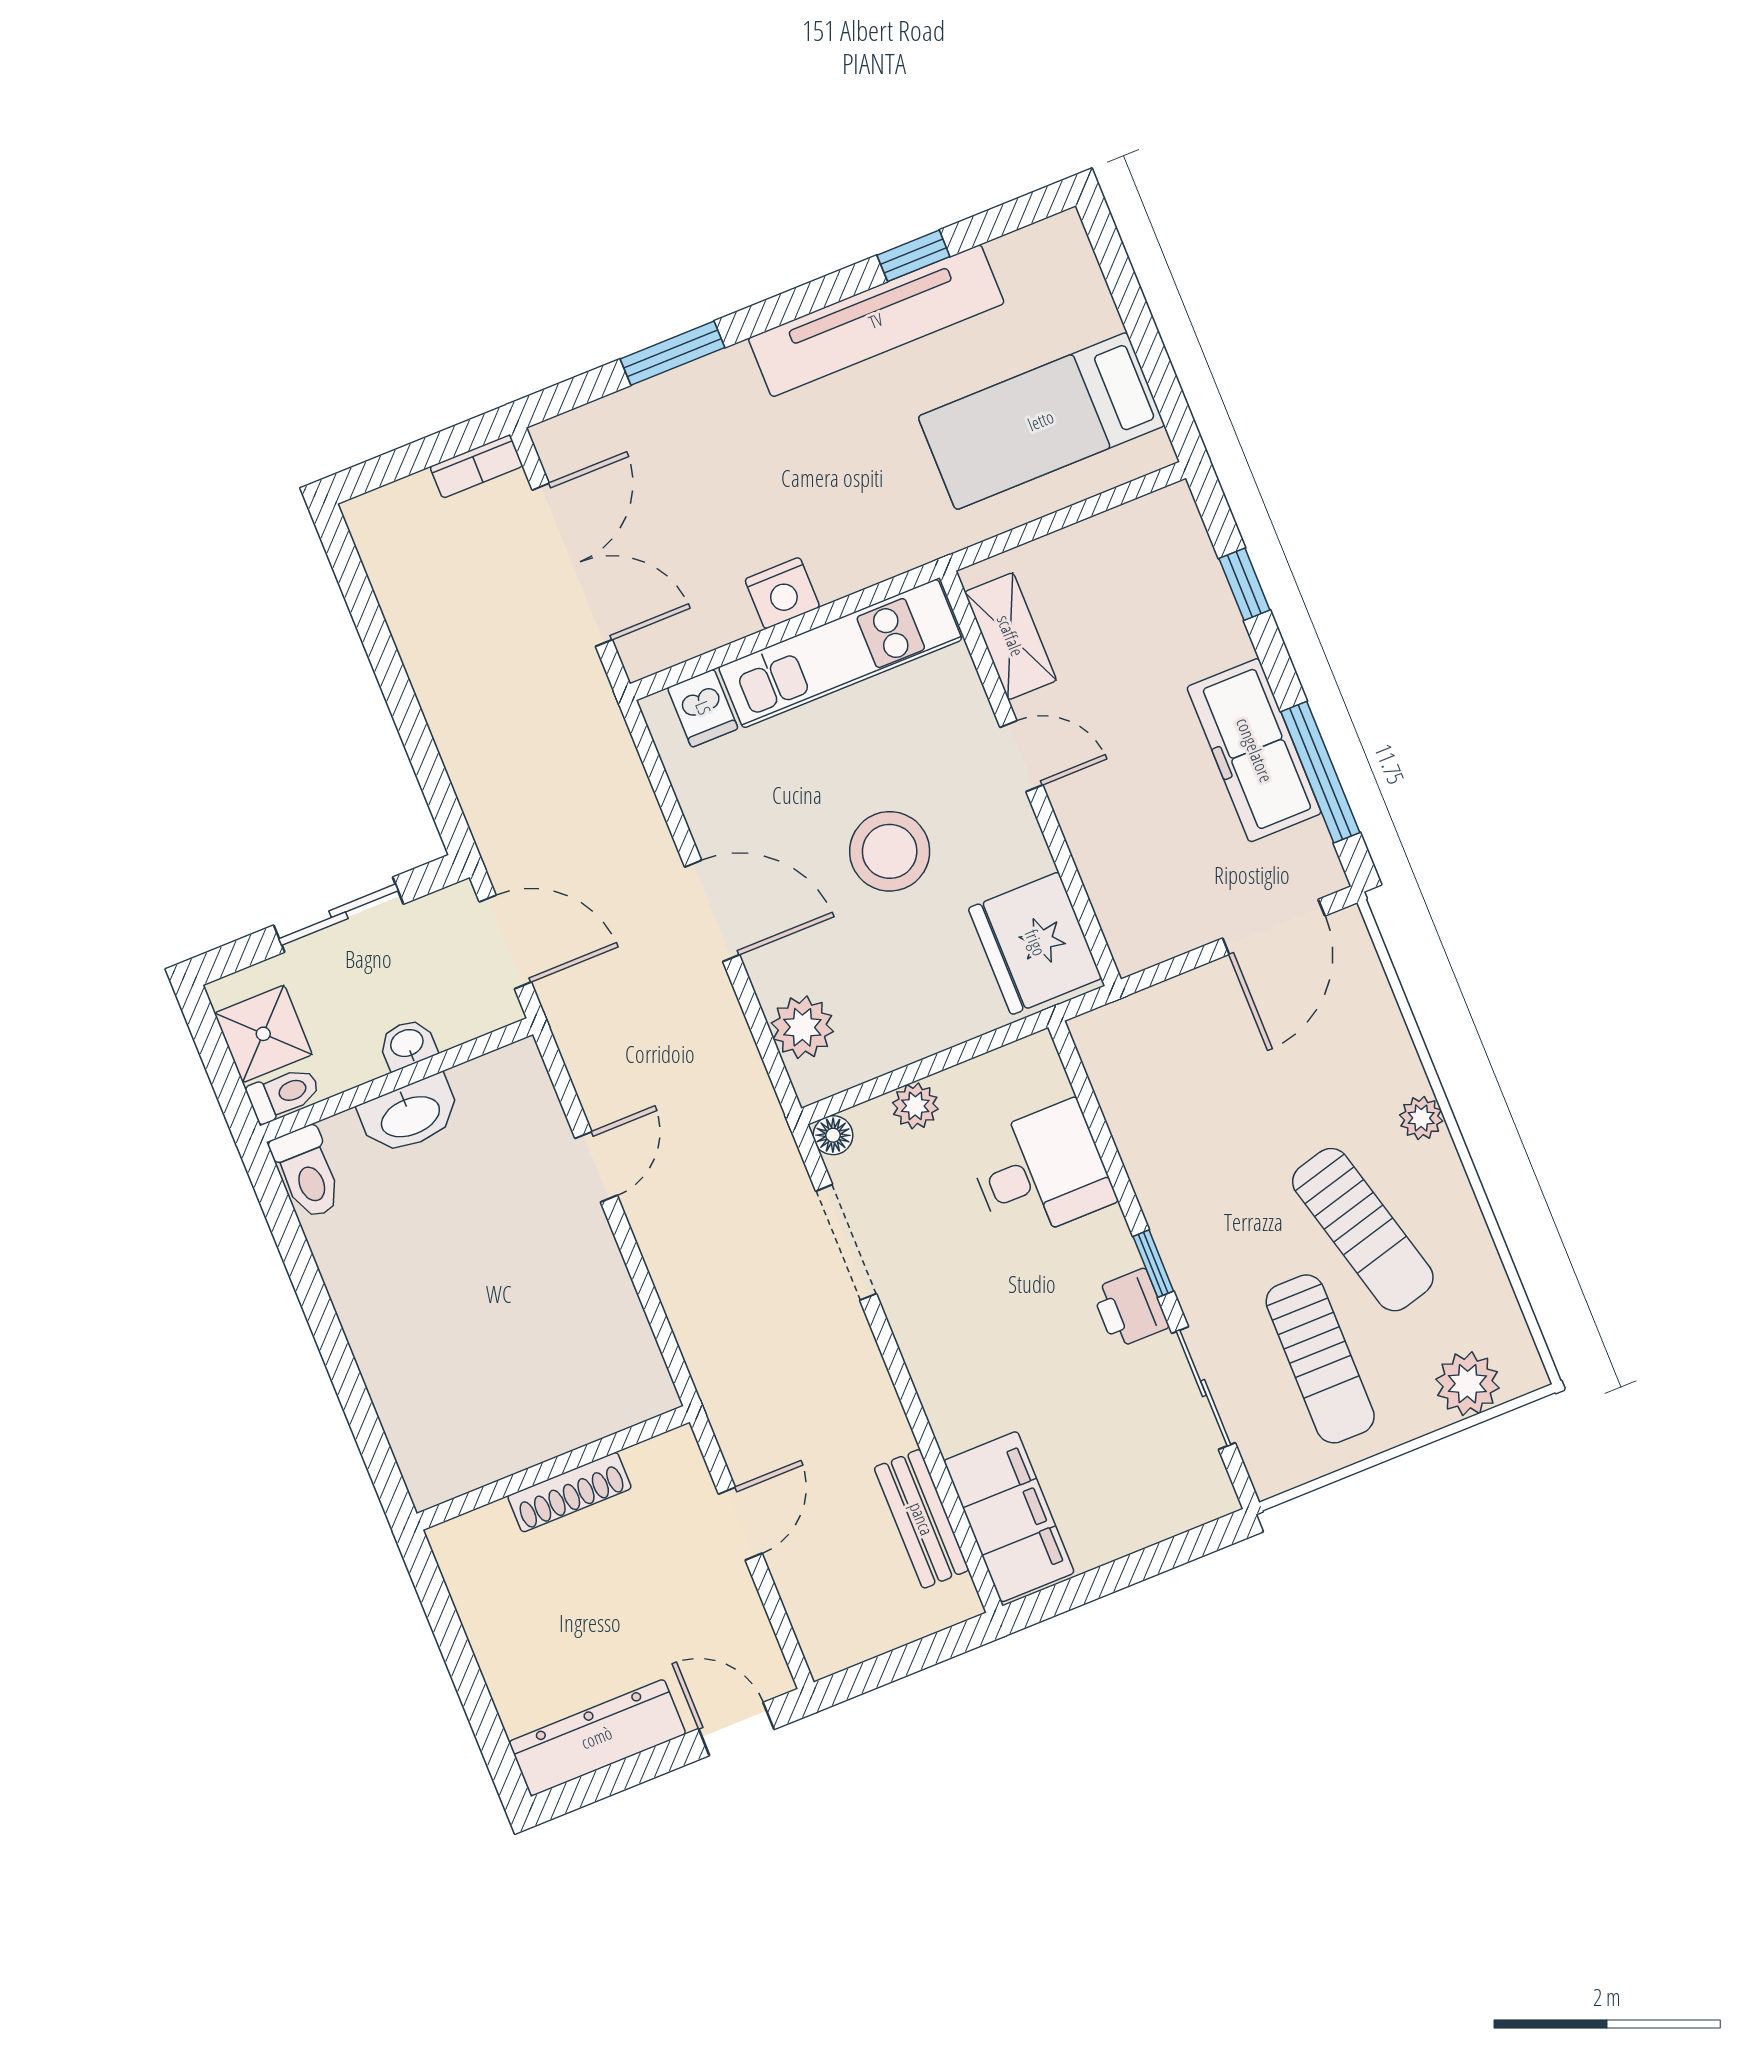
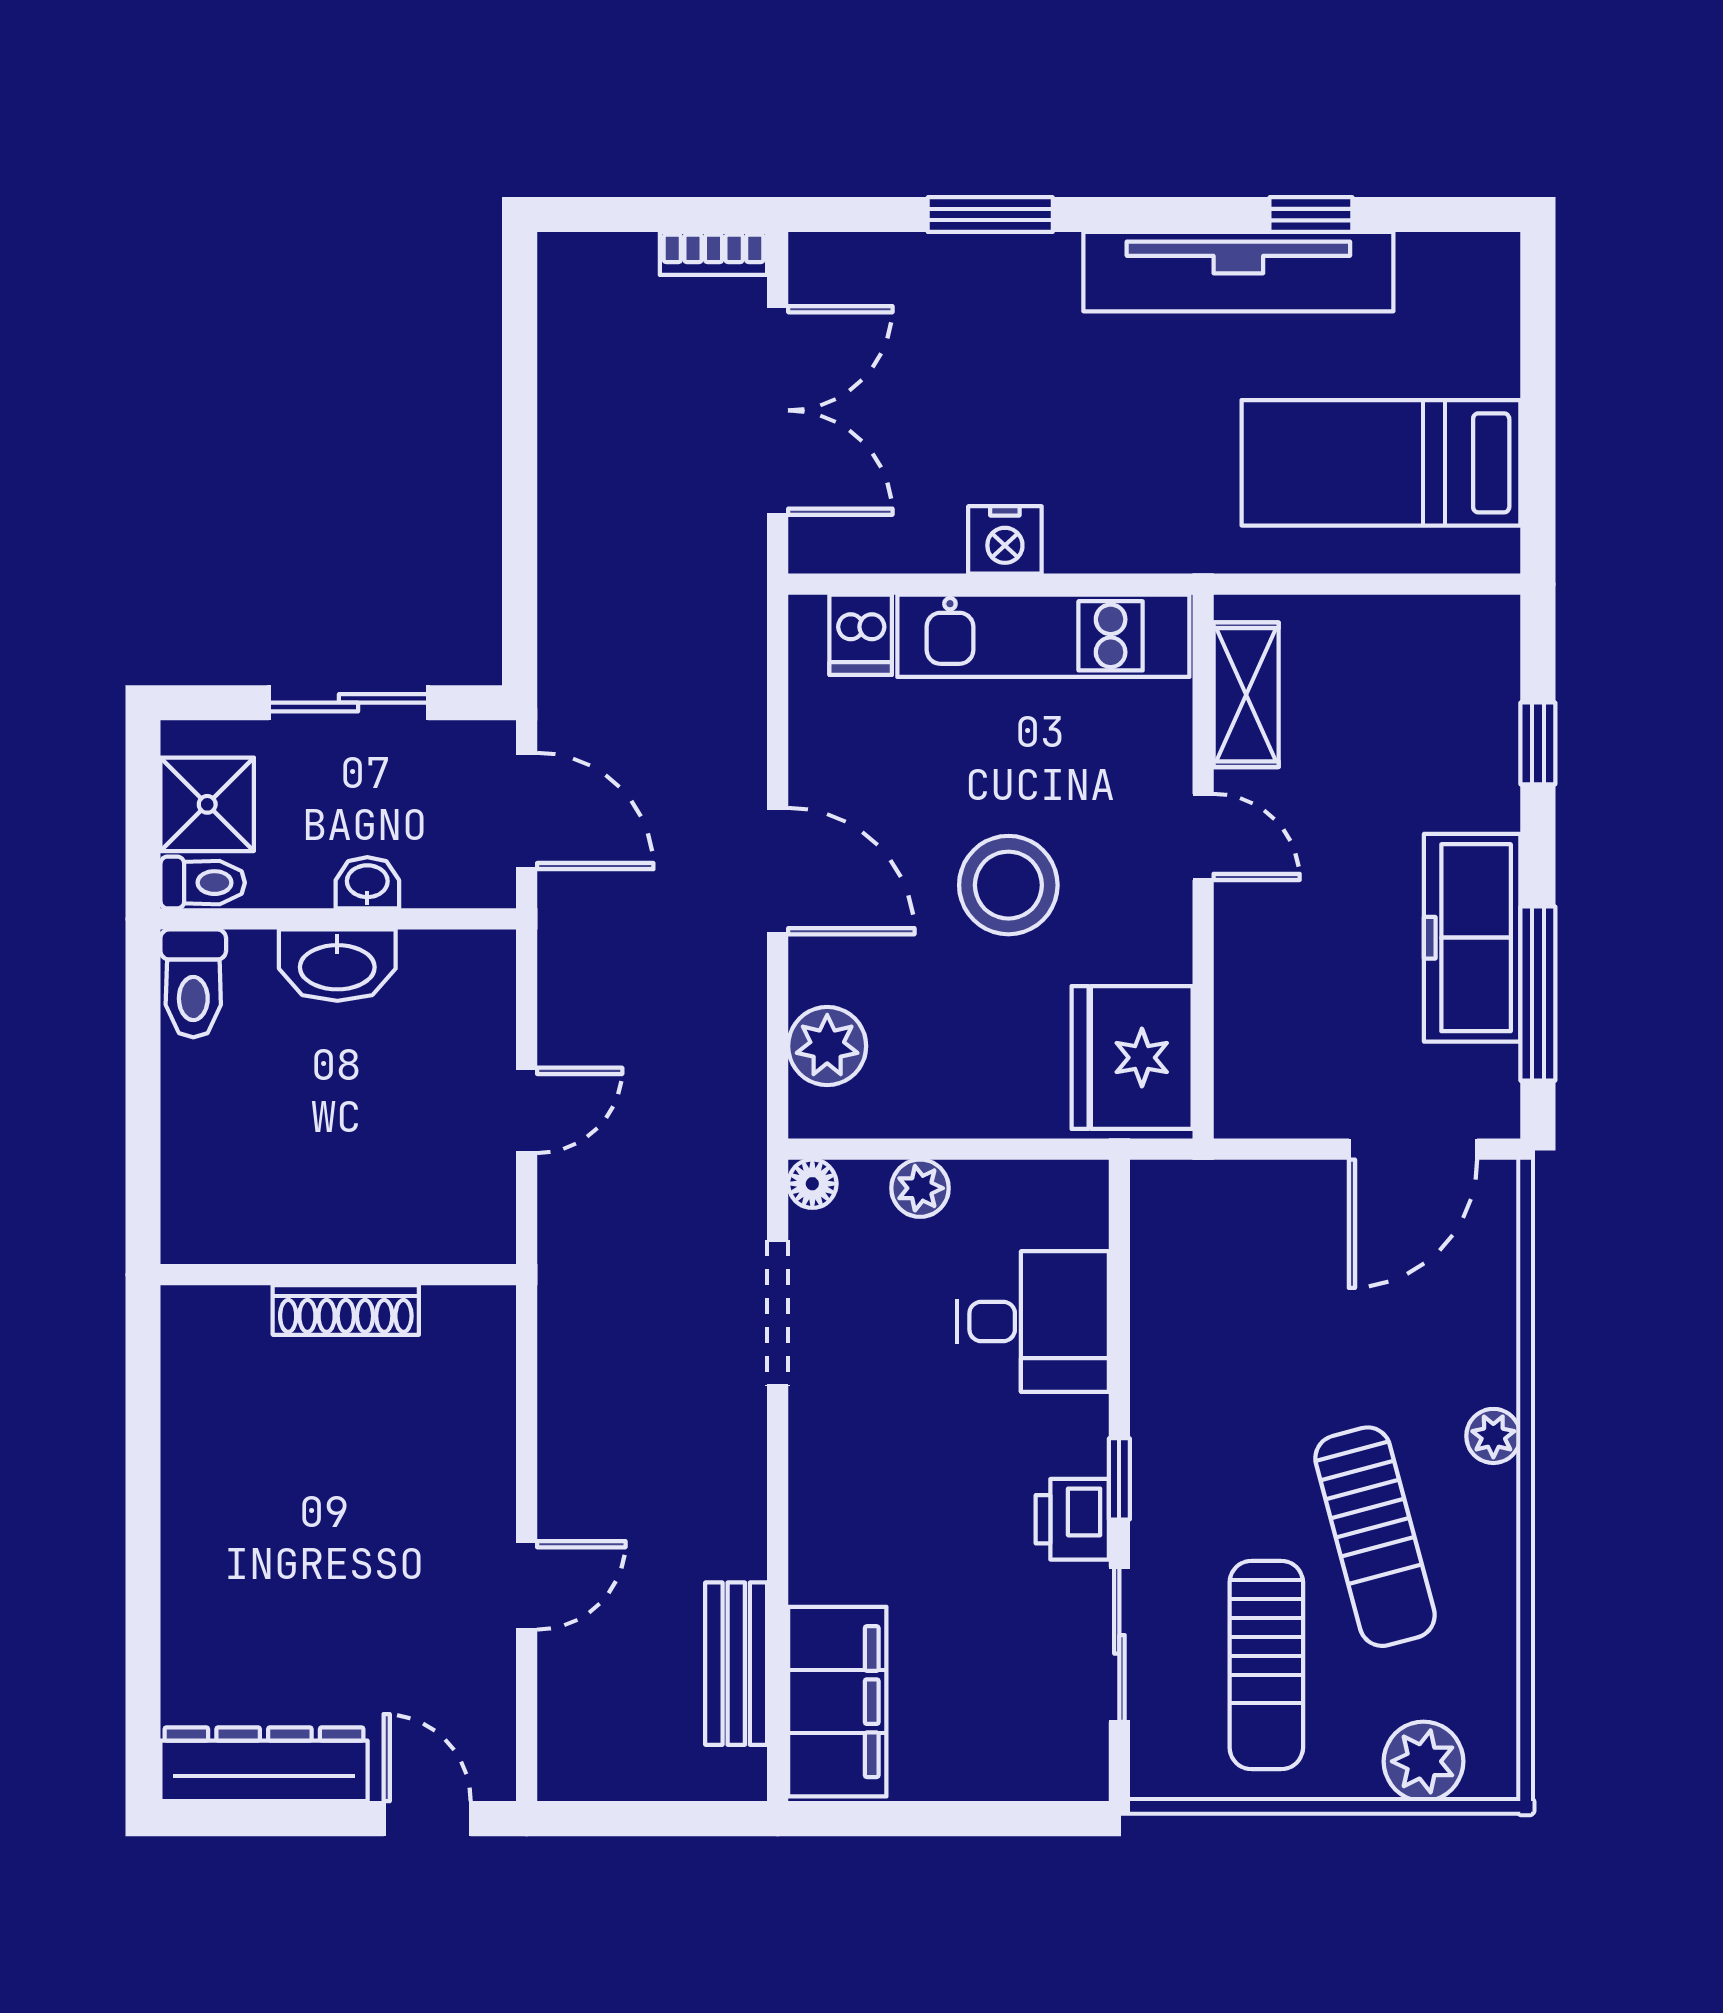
wall: (553, 1468) -> (338, 1275), moved
shoe rack: (570, 1492) -> (346, 1310), moved

